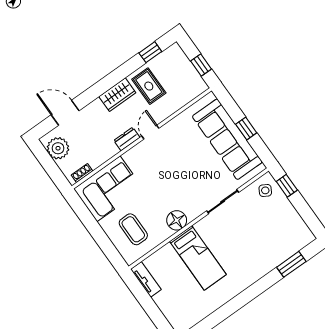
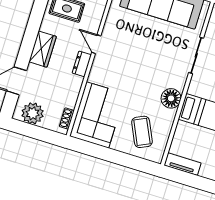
wardrobe: (117, 95) -> (43, 49), moved
coffee table: (133, 229) -> (142, 132), turned 65

